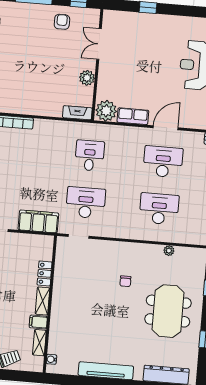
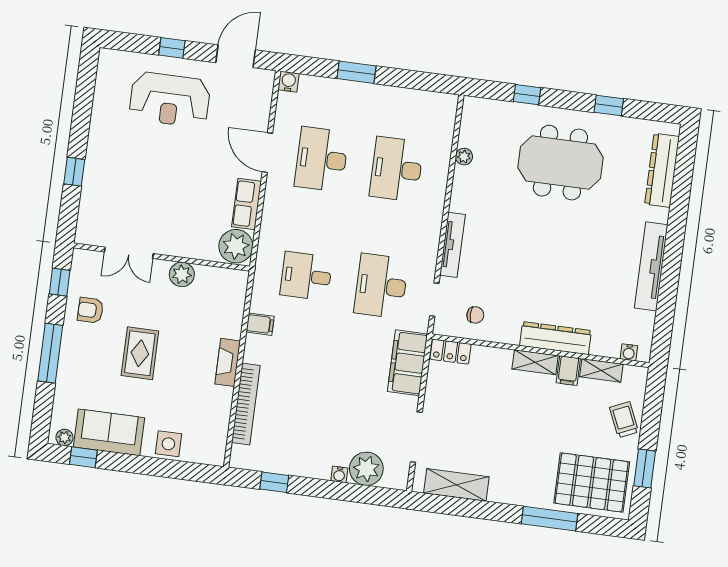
rug: (36, 54) -> (140, 353), added
fireplace: (77, 113) -> (228, 362), moved
filing cabinet: (58, 128) -> (260, 324), added
tv unit: (113, 246) -> (453, 245), added
locker: (45, 273) -> (450, 352), moved
chair: (125, 281) -> (475, 315), moved
dresser: (58, 313) -> (555, 338), added

